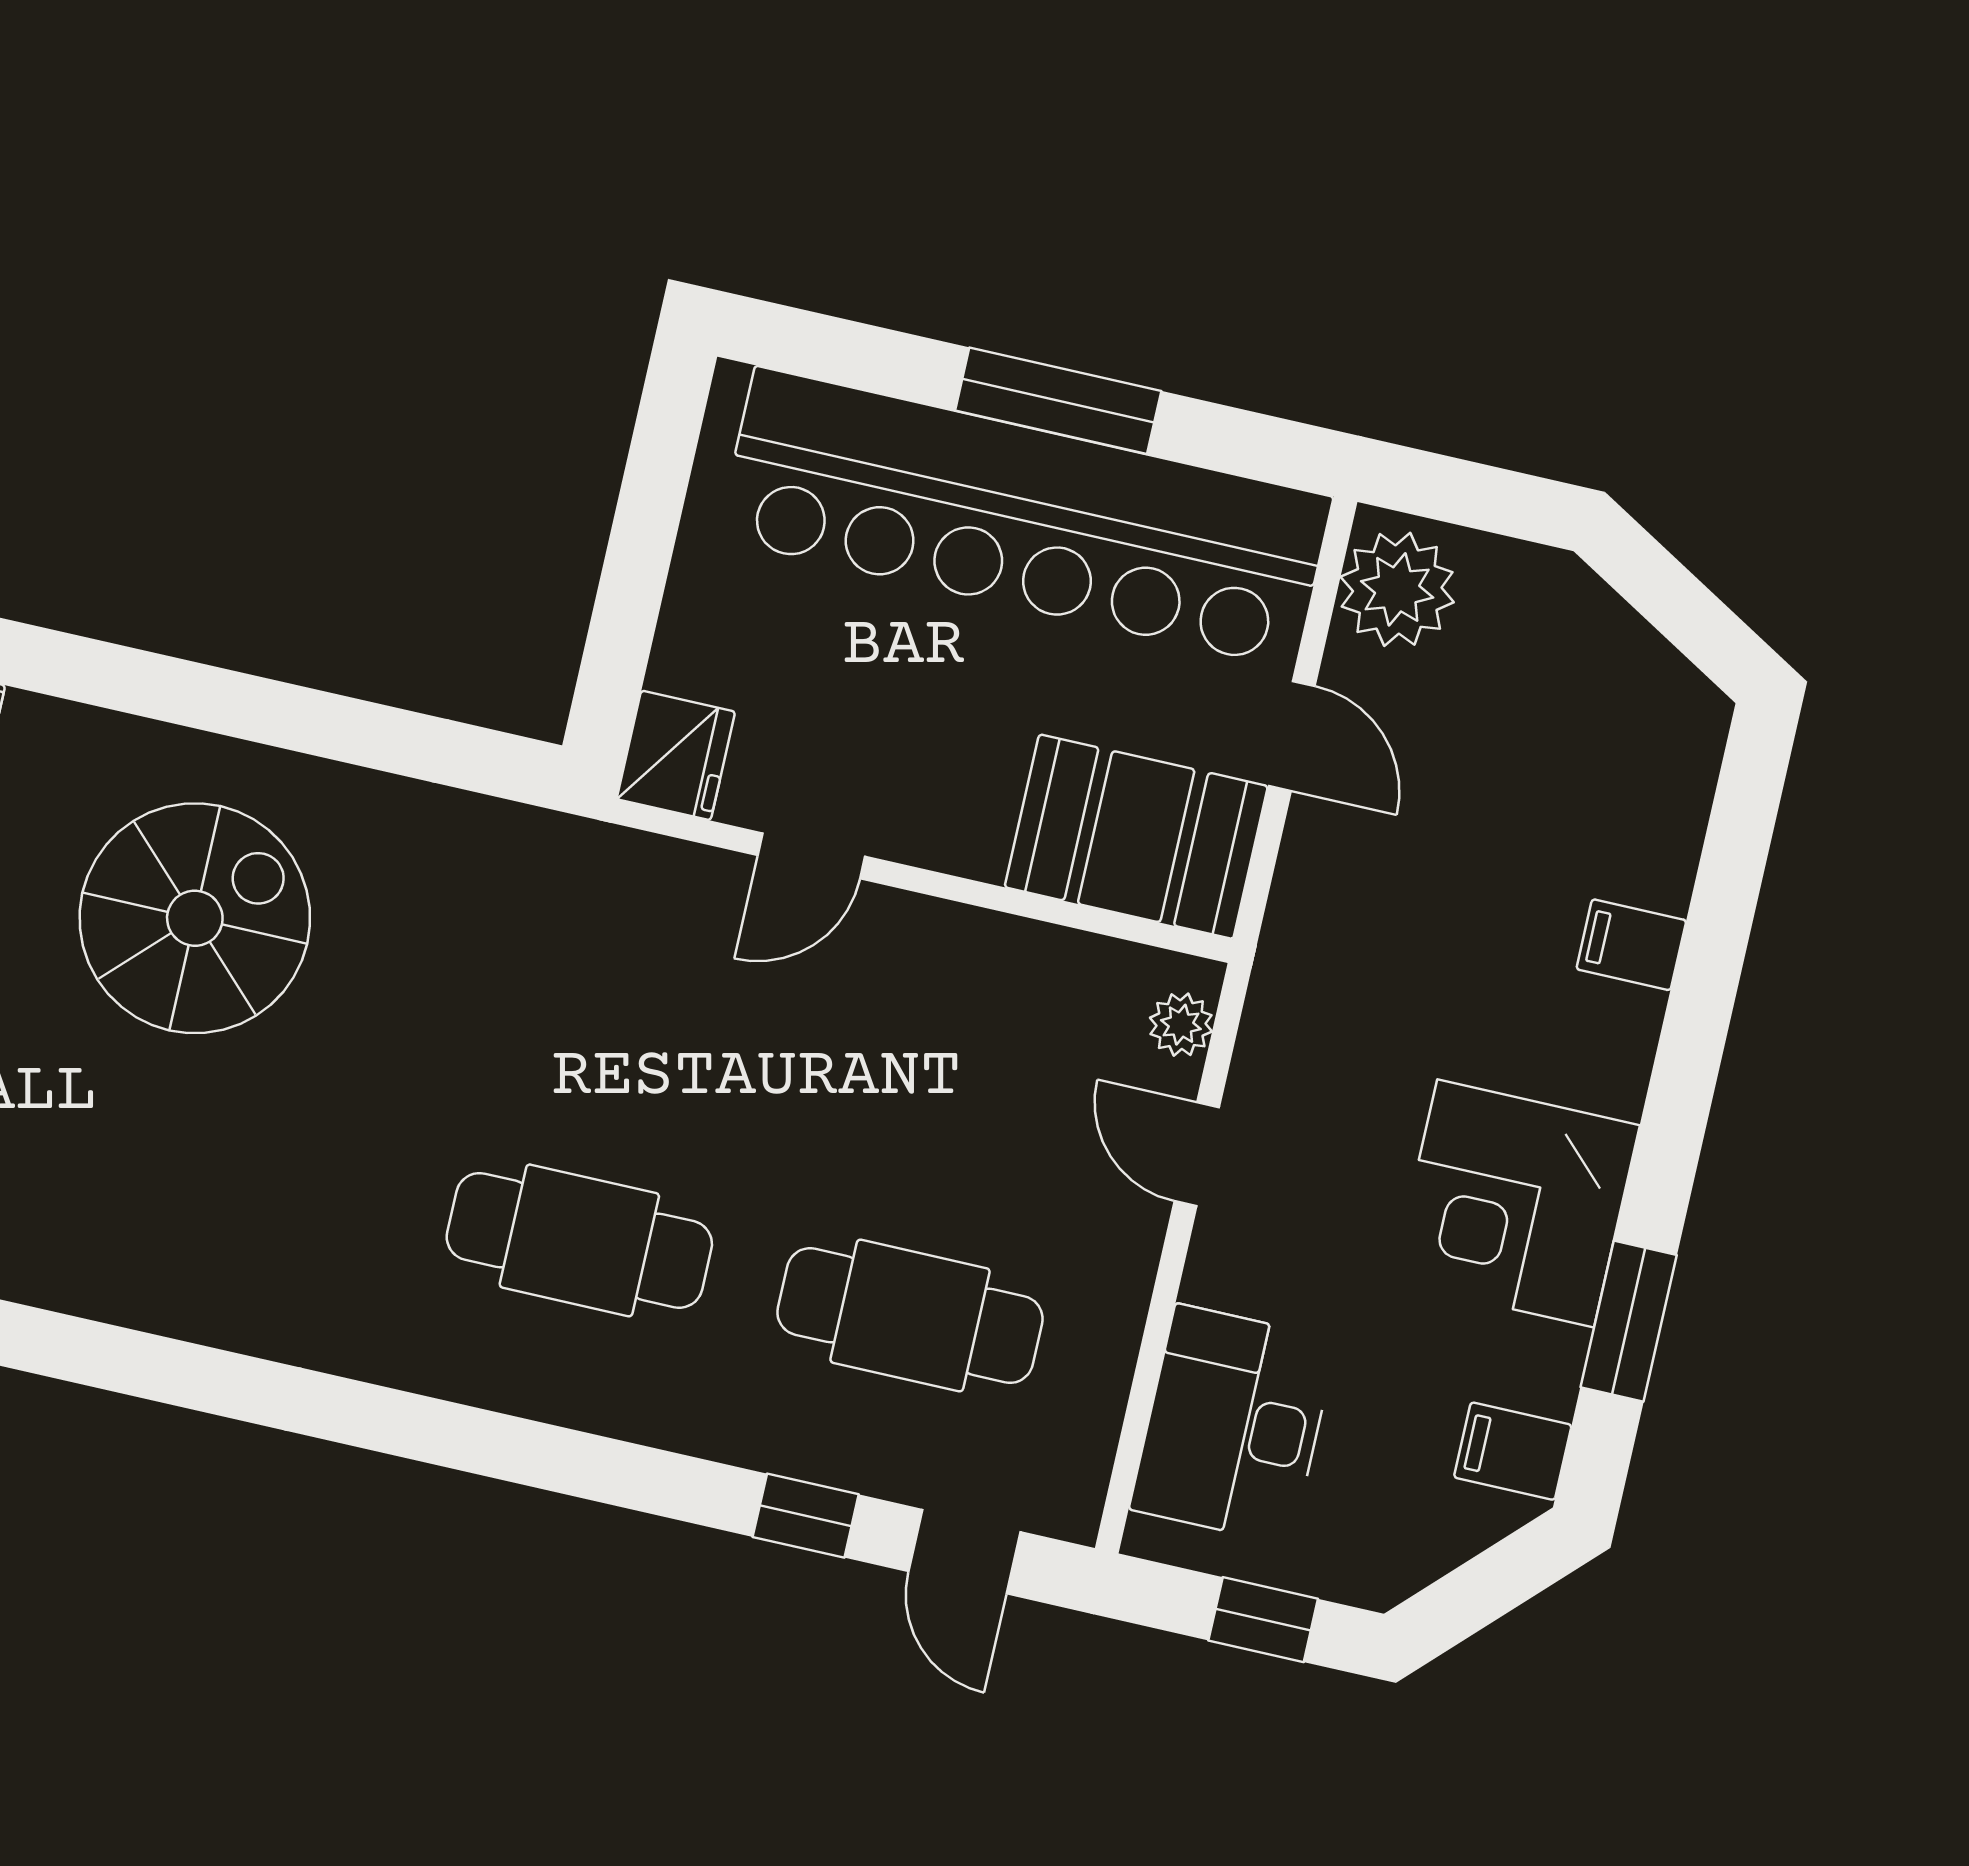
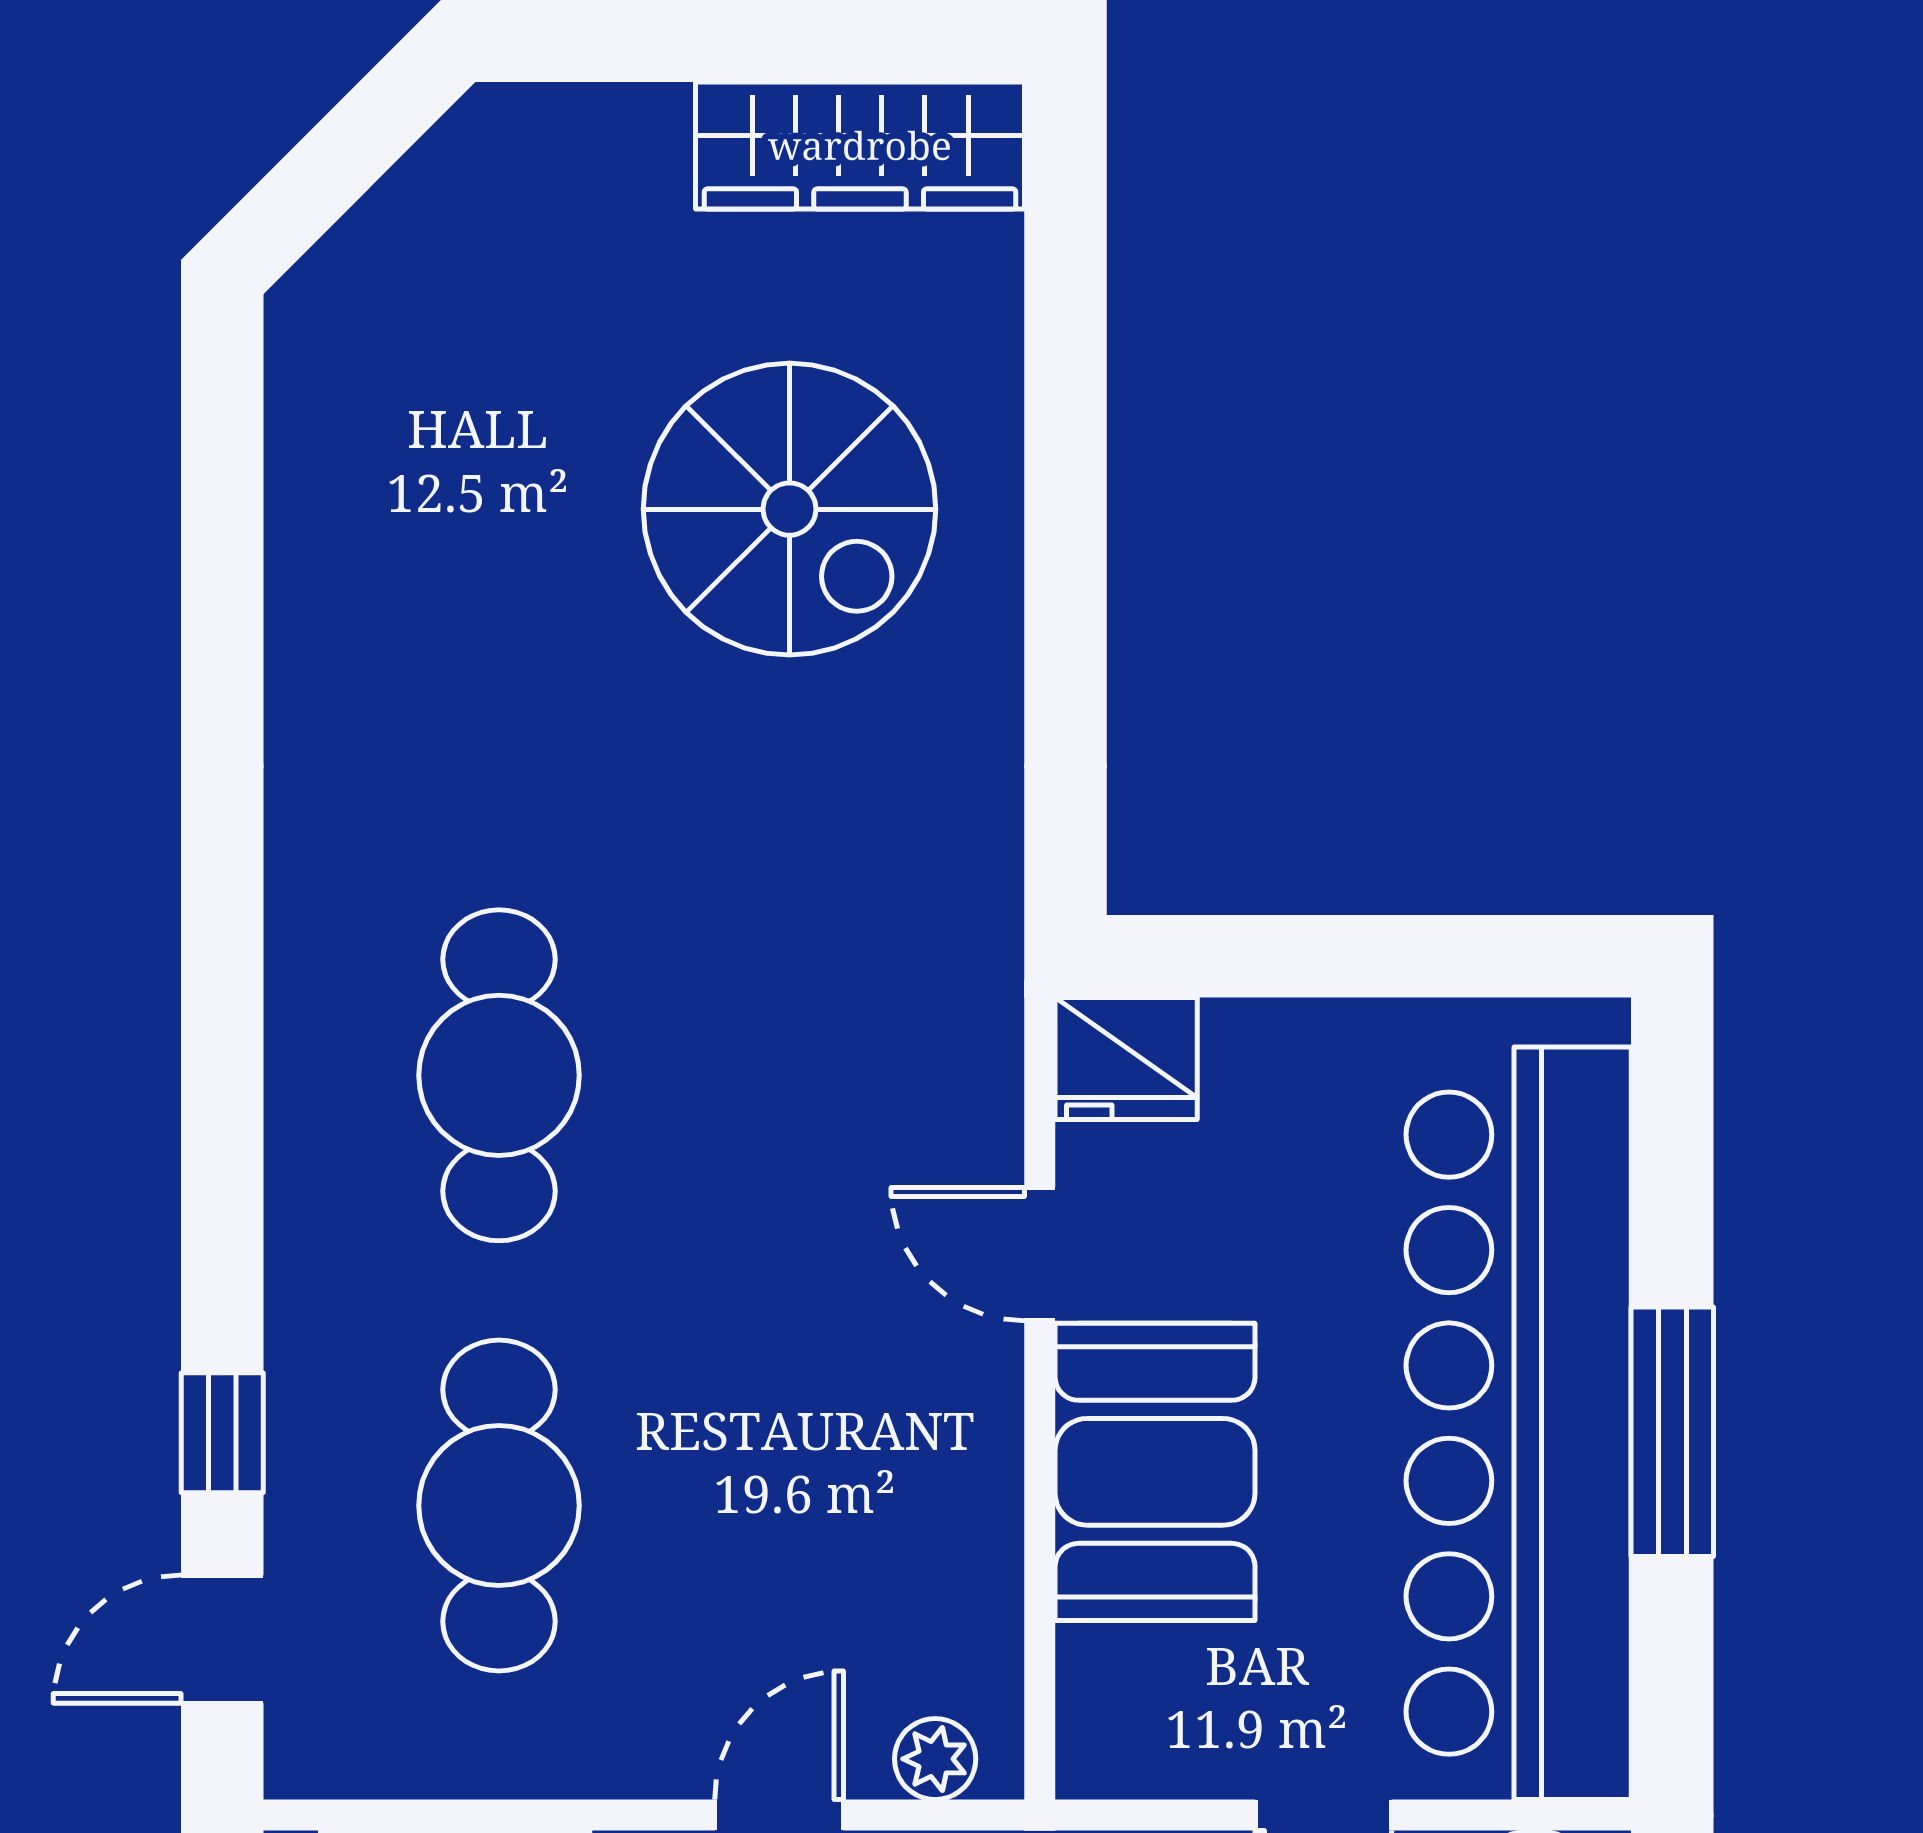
booth: (1136, 837) -> (1155, 1472), moved

